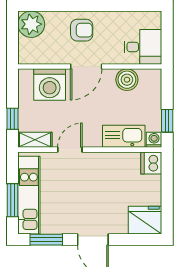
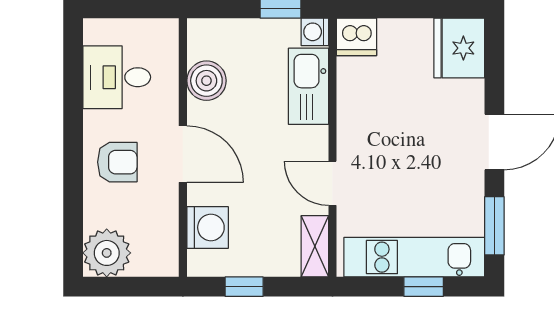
armchair: (82, 30) -> (117, 162), turned 90
desk: (143, 47) -> (117, 77), moved, turned -90
washing machine: (50, 85) -> (208, 227), width x0.73, depth x0.73
window: (12, 119) -> (244, 287), moved
window: (12, 200) -> (424, 287), width x0.67

